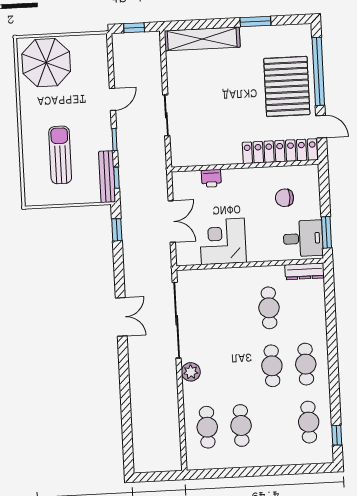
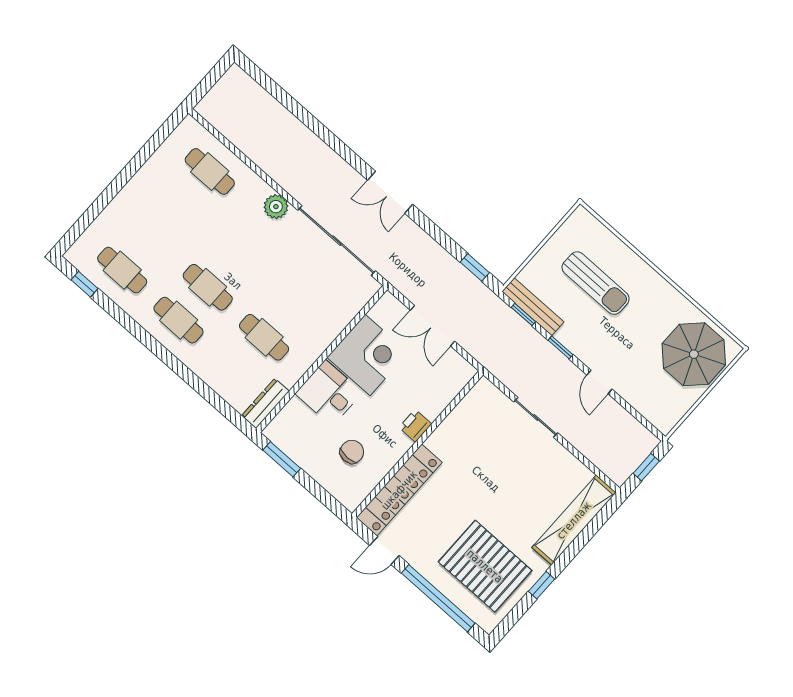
window: (255, 22) -> (541, 585), width x0.67
pallet: (287, 86) -> (485, 566), moved
printer: (211, 178) -> (415, 426), moved
desk: (303, 238) -> (329, 393), moved, turned 90
cafe table: (241, 425) -> (181, 204), removed

